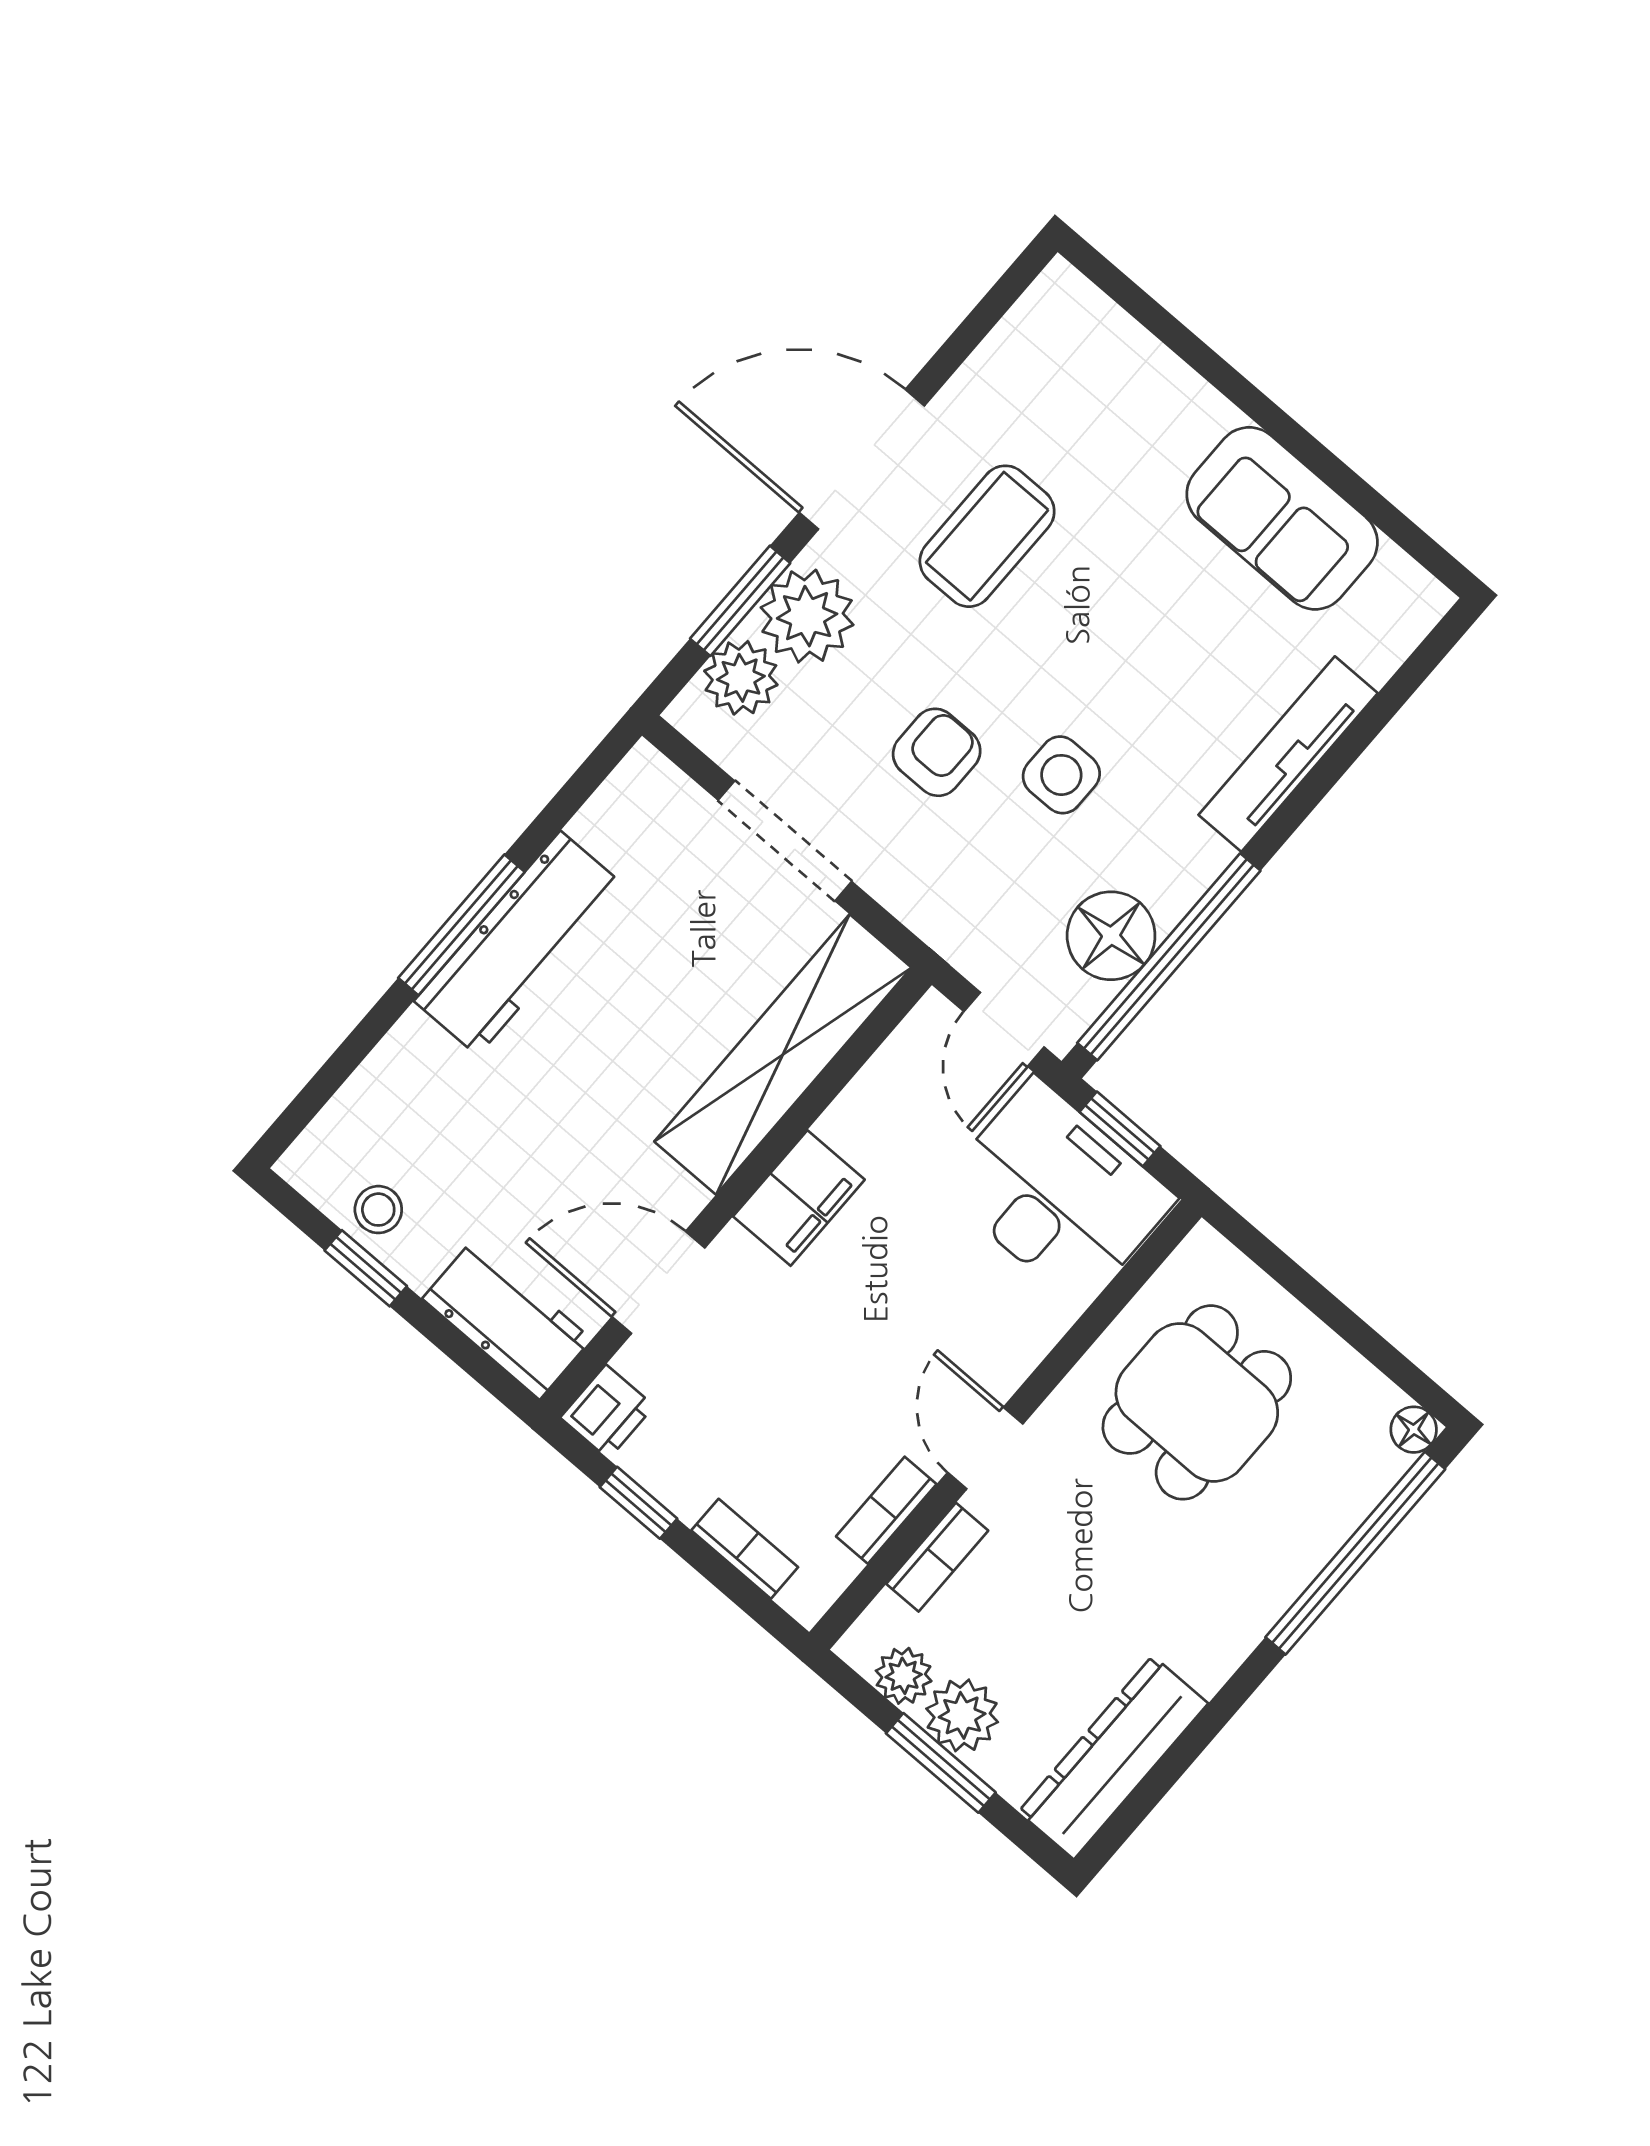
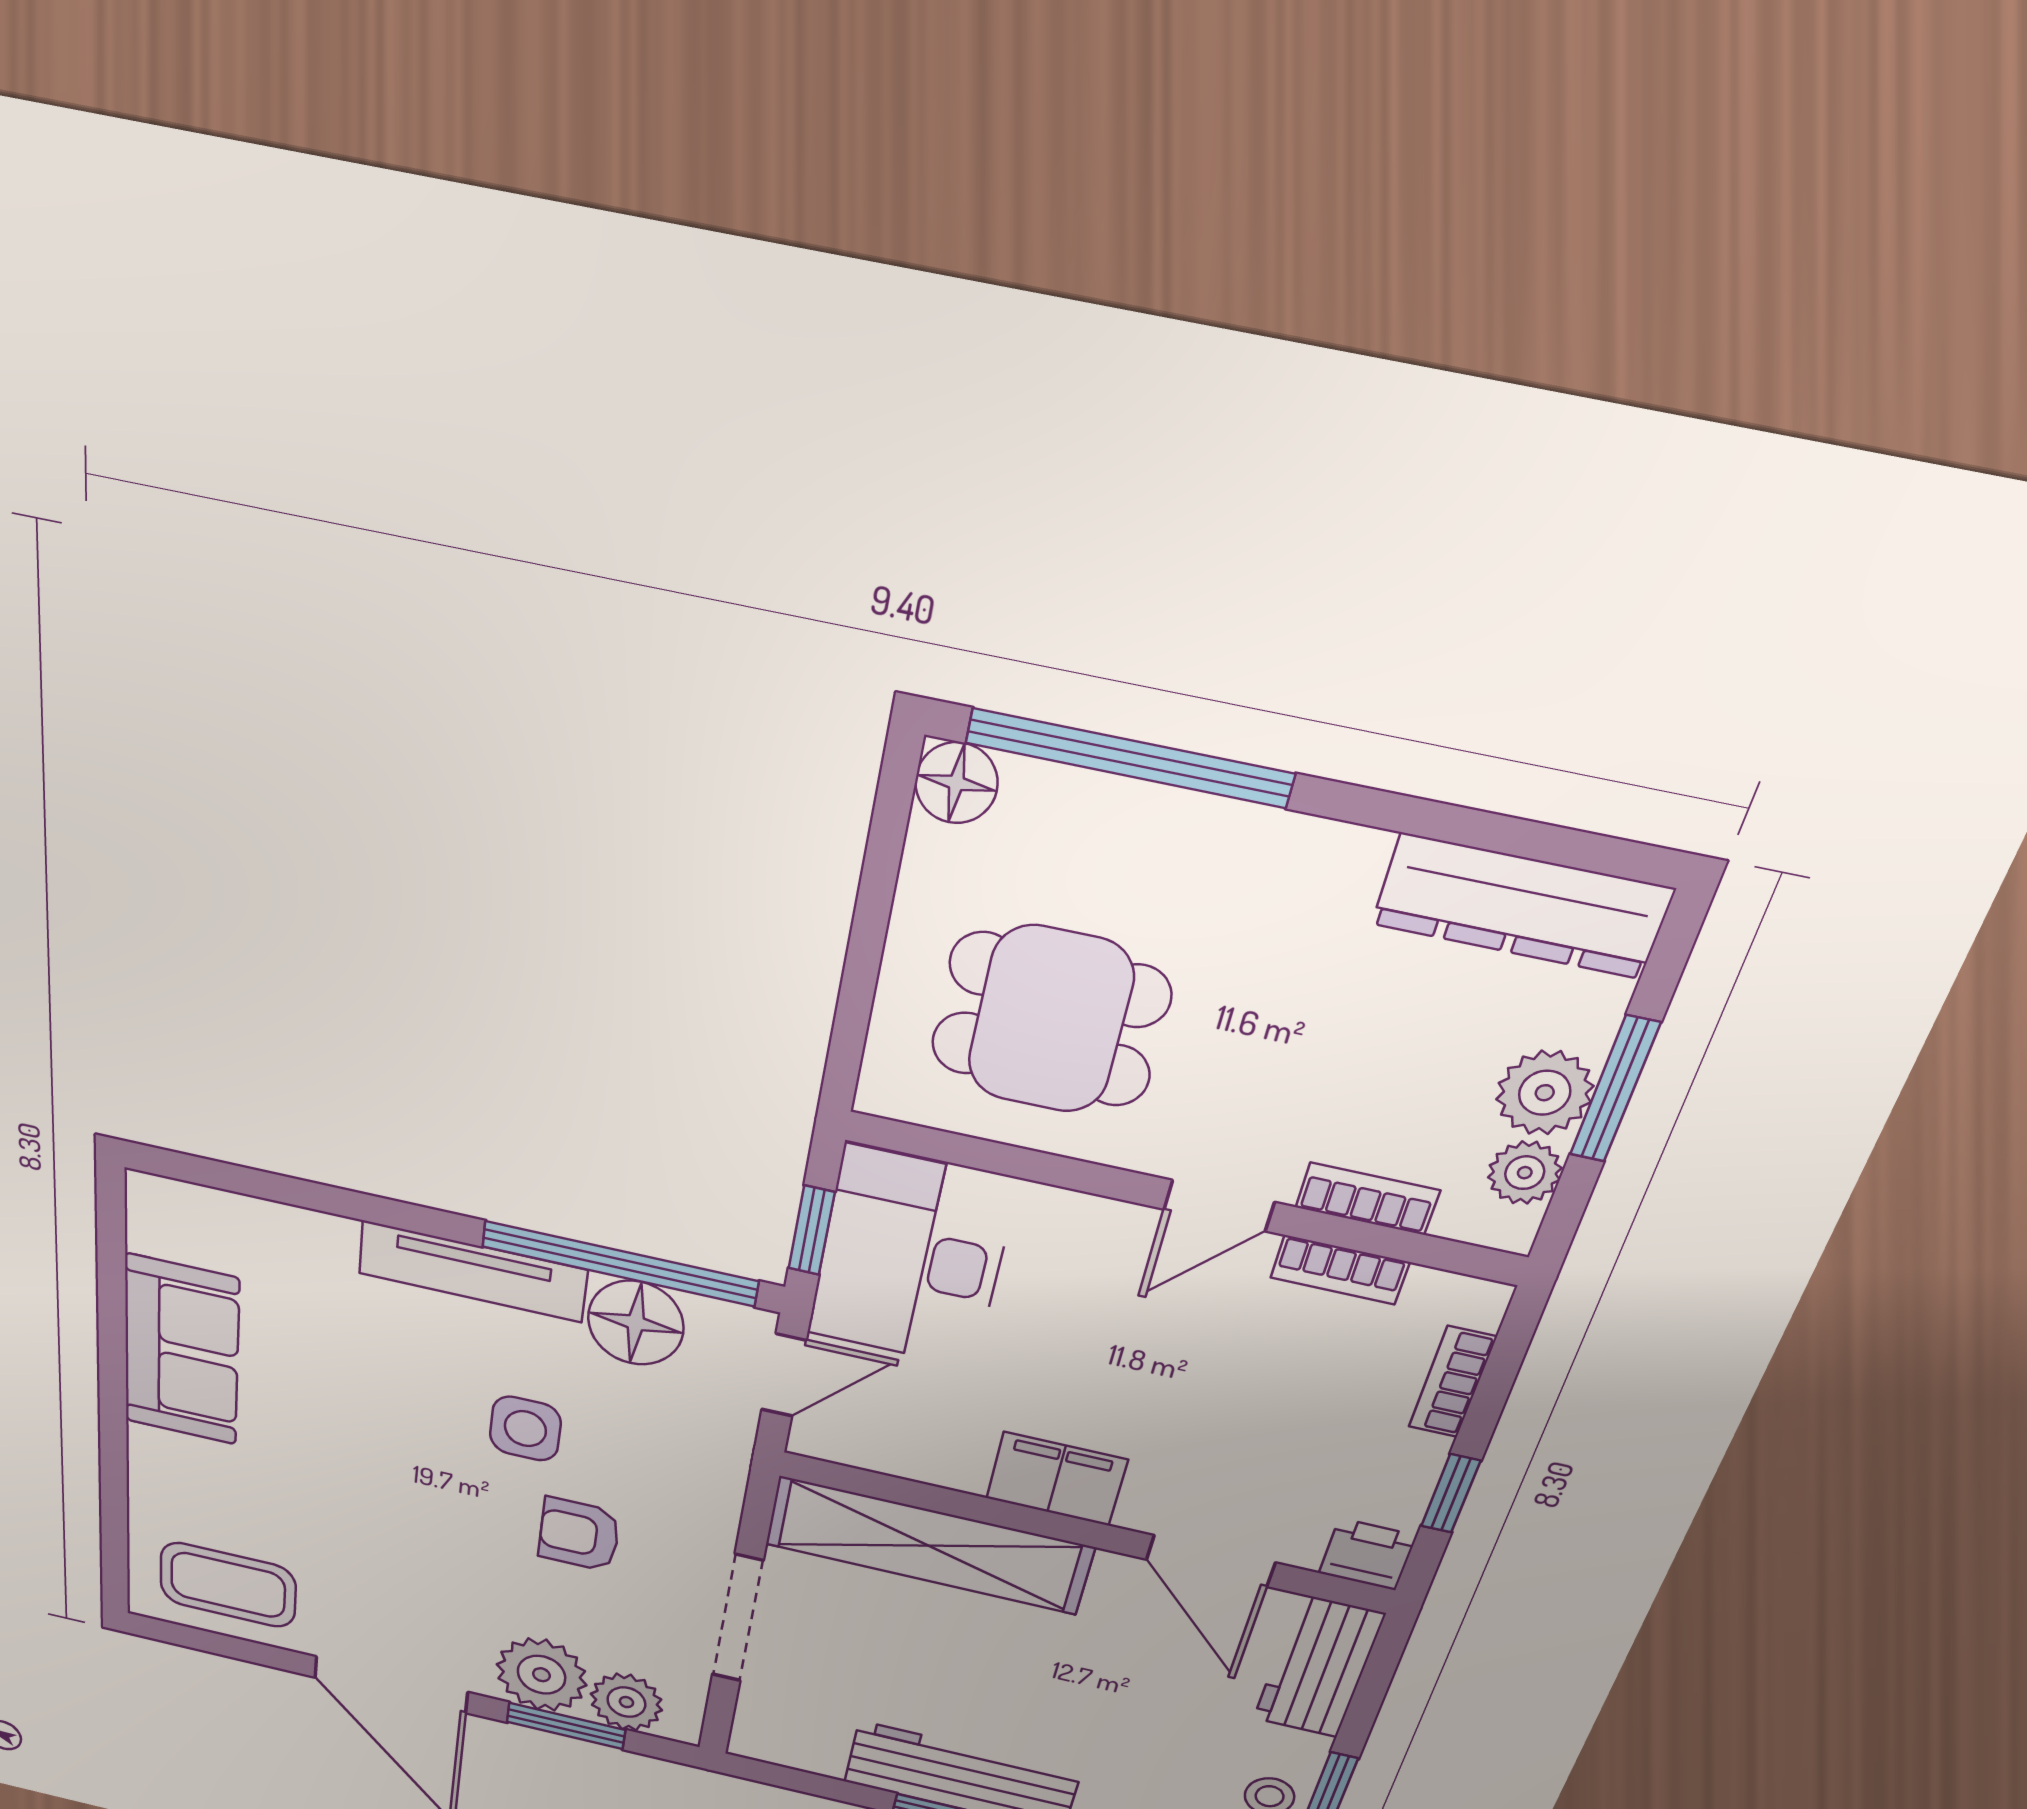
coffee table: (987, 536) -> (228, 1585), moved
tv unit: (1288, 754) -> (473, 1272), moved
floor lamp: (1414, 1430) -> (956, 783), width x1.37, depth x1.37

